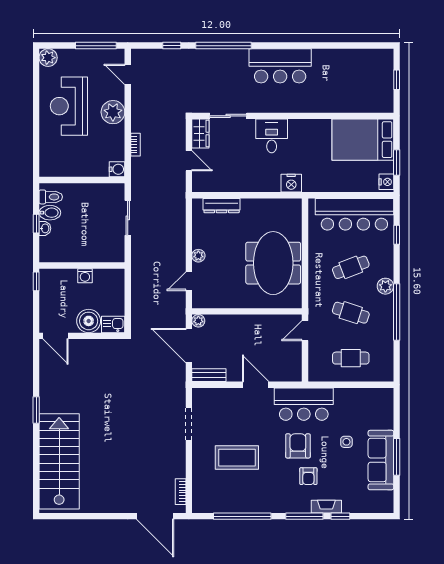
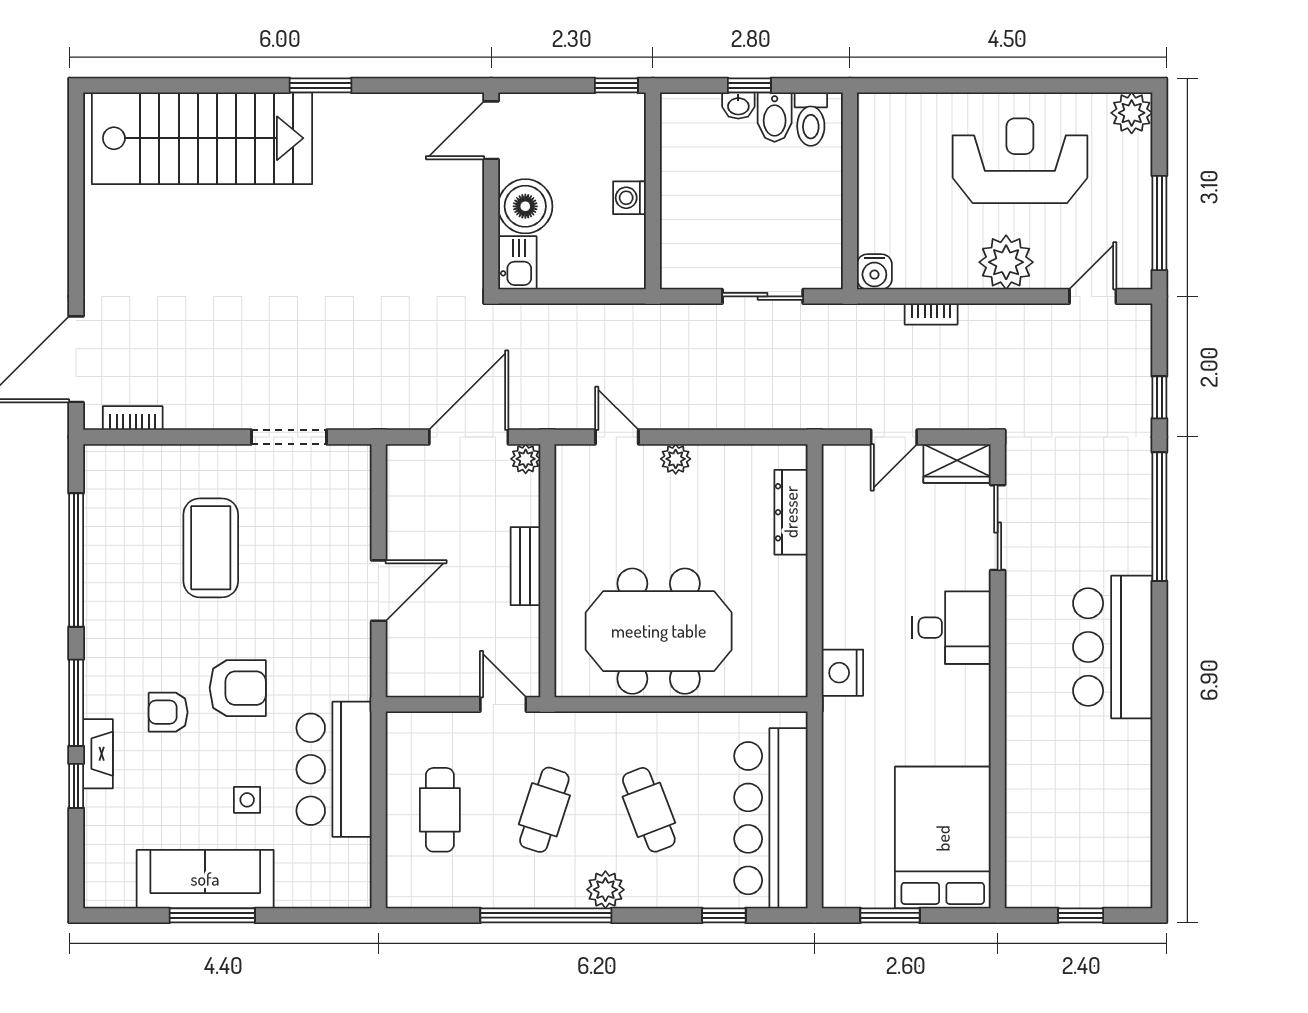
nightstand: (386, 182) -> (846, 892), removed
bench: (209, 375) -> (525, 566), moved
bar counter: (304, 404) -> (334, 769), moved

